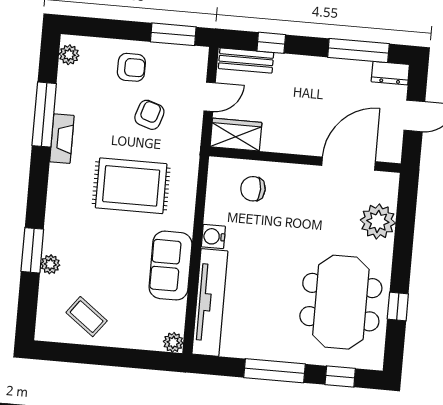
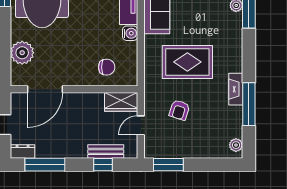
bench: (246, 61) -> (106, 151), moved
armchair: (131, 67) -> (194, 140), removed

